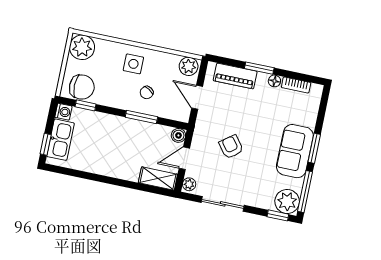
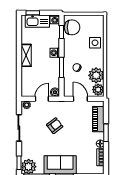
plant: (82, 47) -> (96, 75), moved
side table: (133, 64) -> (95, 43), moved
chair: (82, 87) -> (72, 27), turned -90
door: (197, 97) -> (80, 99), hinge flipped
washing machine: (116, 123) -> (55, 53), added
door: (184, 158) -> (42, 99), hinge flipped
shelving: (158, 179) -> (26, 55), moved

